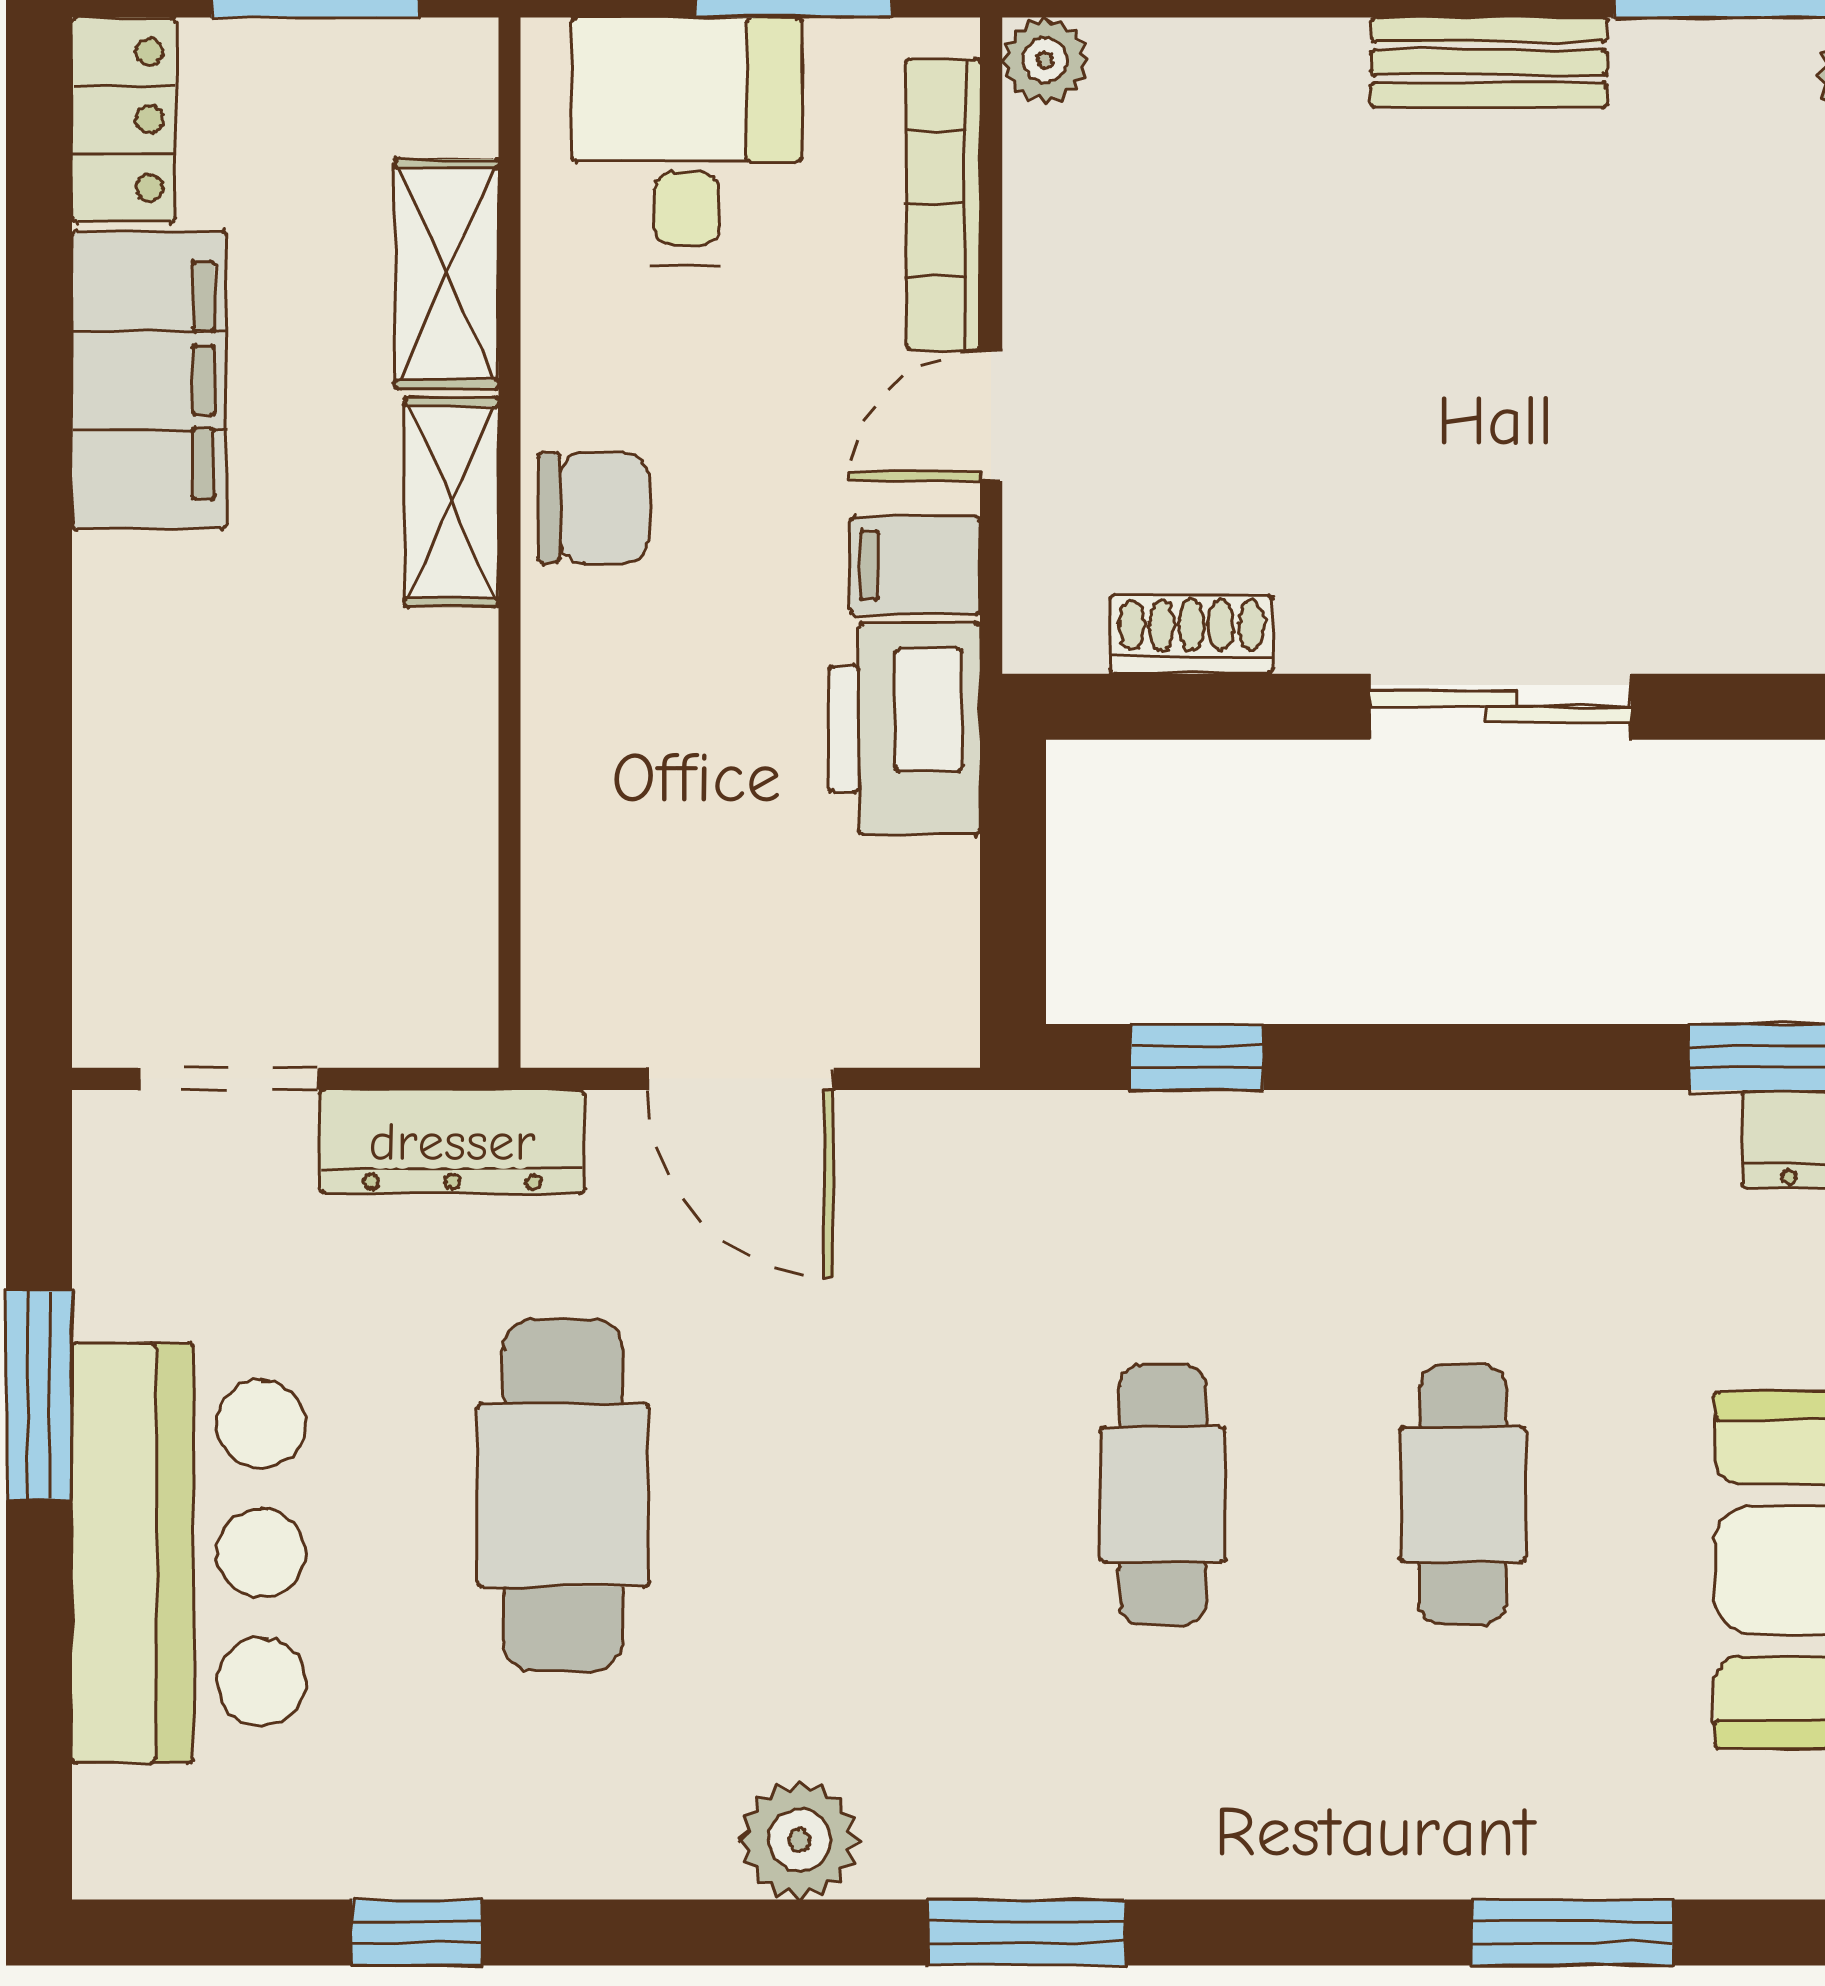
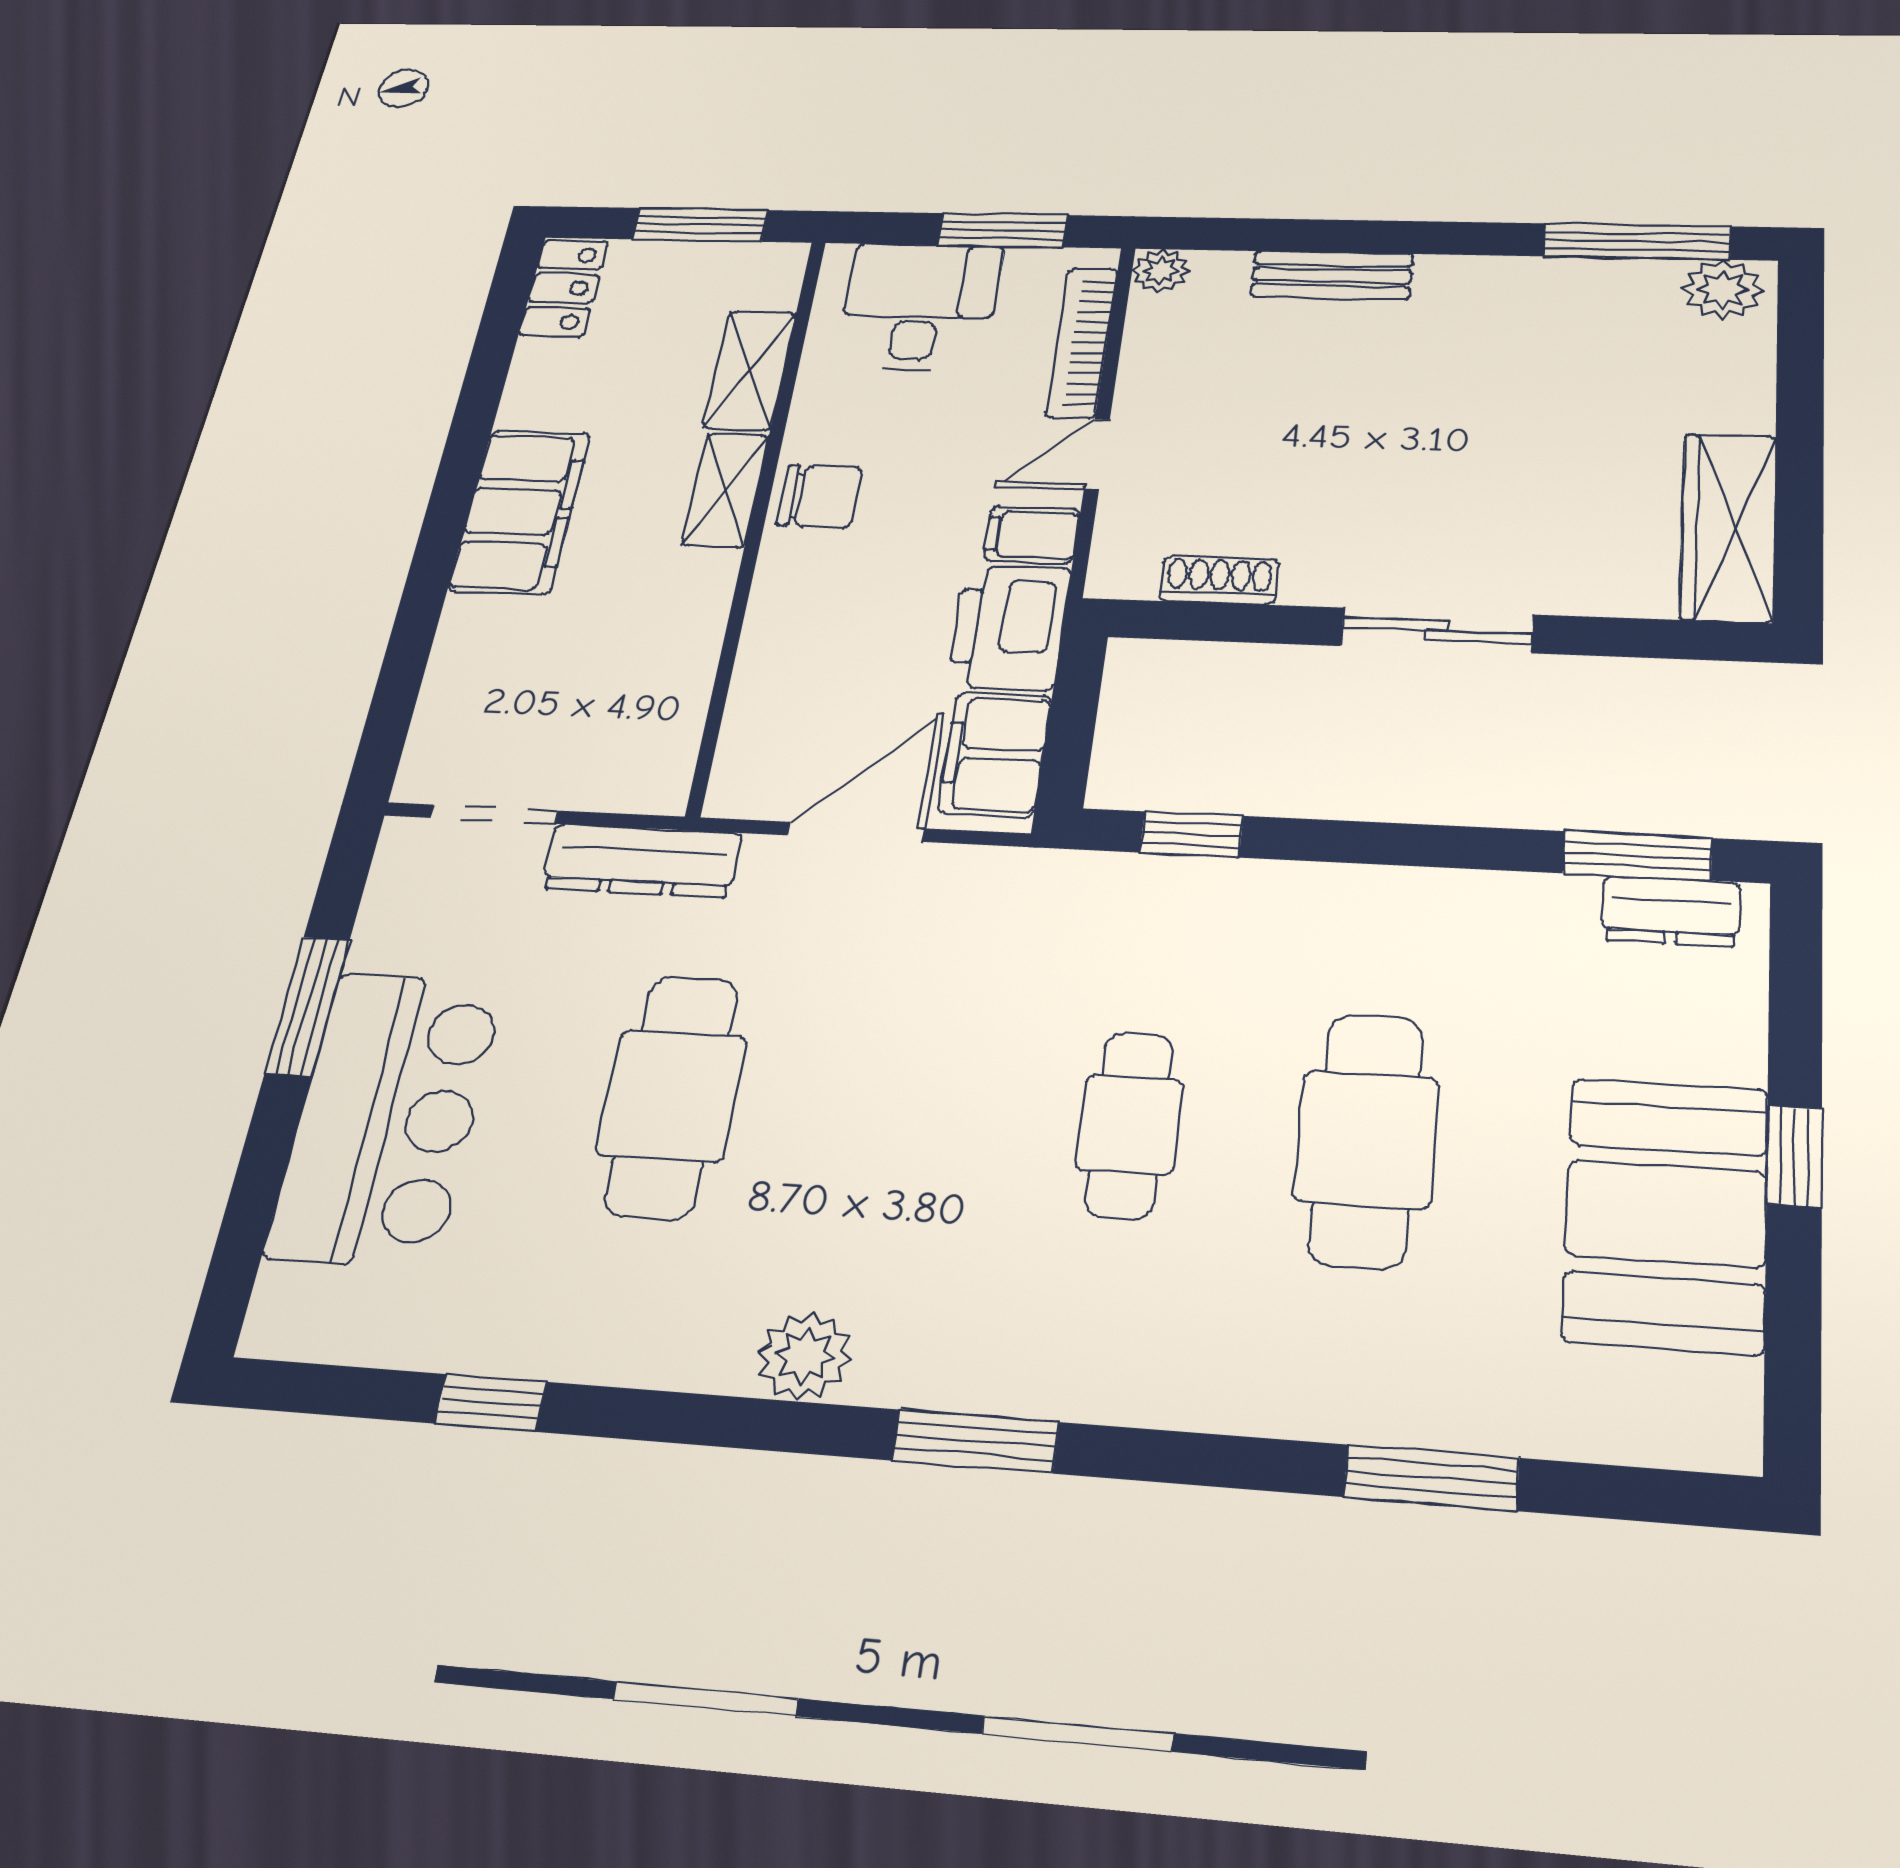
bench: (1489, 62) -> (1332, 275), moved
filing cabinet: (149, 380) -> (520, 512), moved
filing cabinet: (914, 943) -> (995, 754), added
door: (740, 1079) -> (856, 832), swing flipped
cafe table: (1463, 1495) -> (1366, 1139), width x1.37, depth x1.35

